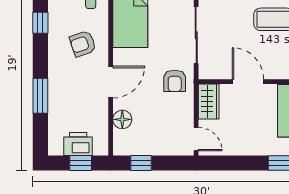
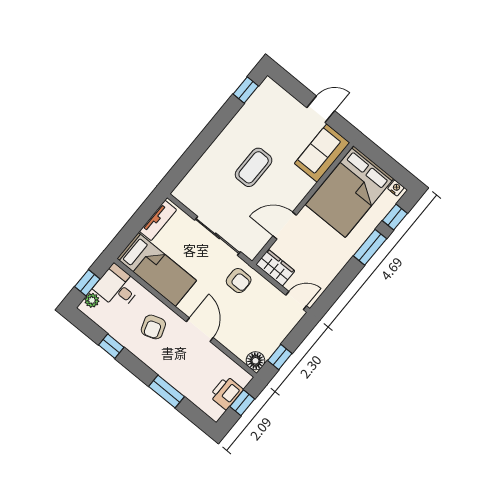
floor lamp: (122, 119) -> (255, 361), moved

